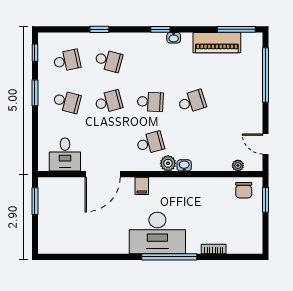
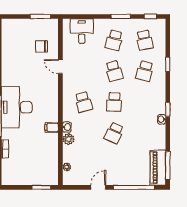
piano: (217, 43) -> (158, 168), moved
school desk: (192, 102) -> (114, 133), turned 42
door: (266, 144) -> (98, 187), moved
desk: (65, 154) -> (82, 31), moved, turned 90
plant: (168, 163) -> (68, 139), moved
door: (103, 174) -> (60, 67), width x0.53
filing cabinet: (142, 186) -> (52, 127), moved
chair: (244, 190) -> (41, 46), moved

